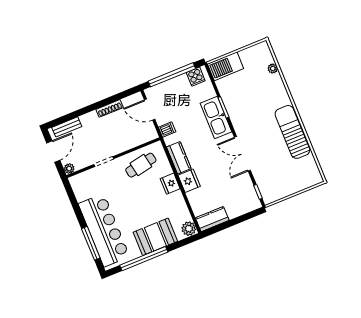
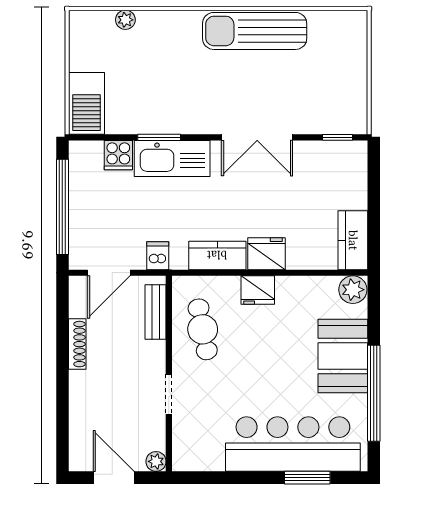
cooker: (196, 77) -> (118, 155), moved, turned 90
bench: (67, 127) -> (156, 312), moved
window: (91, 243) -> (307, 478), width x0.69

